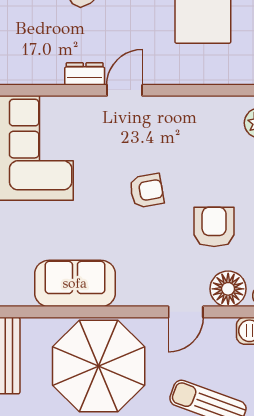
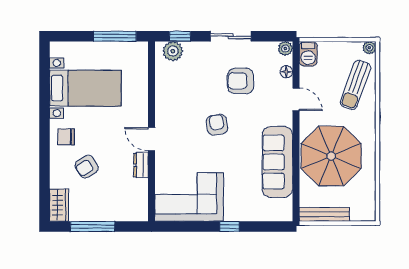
sofa: (75, 283) -> (277, 162), width x1.36
floor lamp: (228, 289) -> (286, 72), width x0.53, depth x0.53

